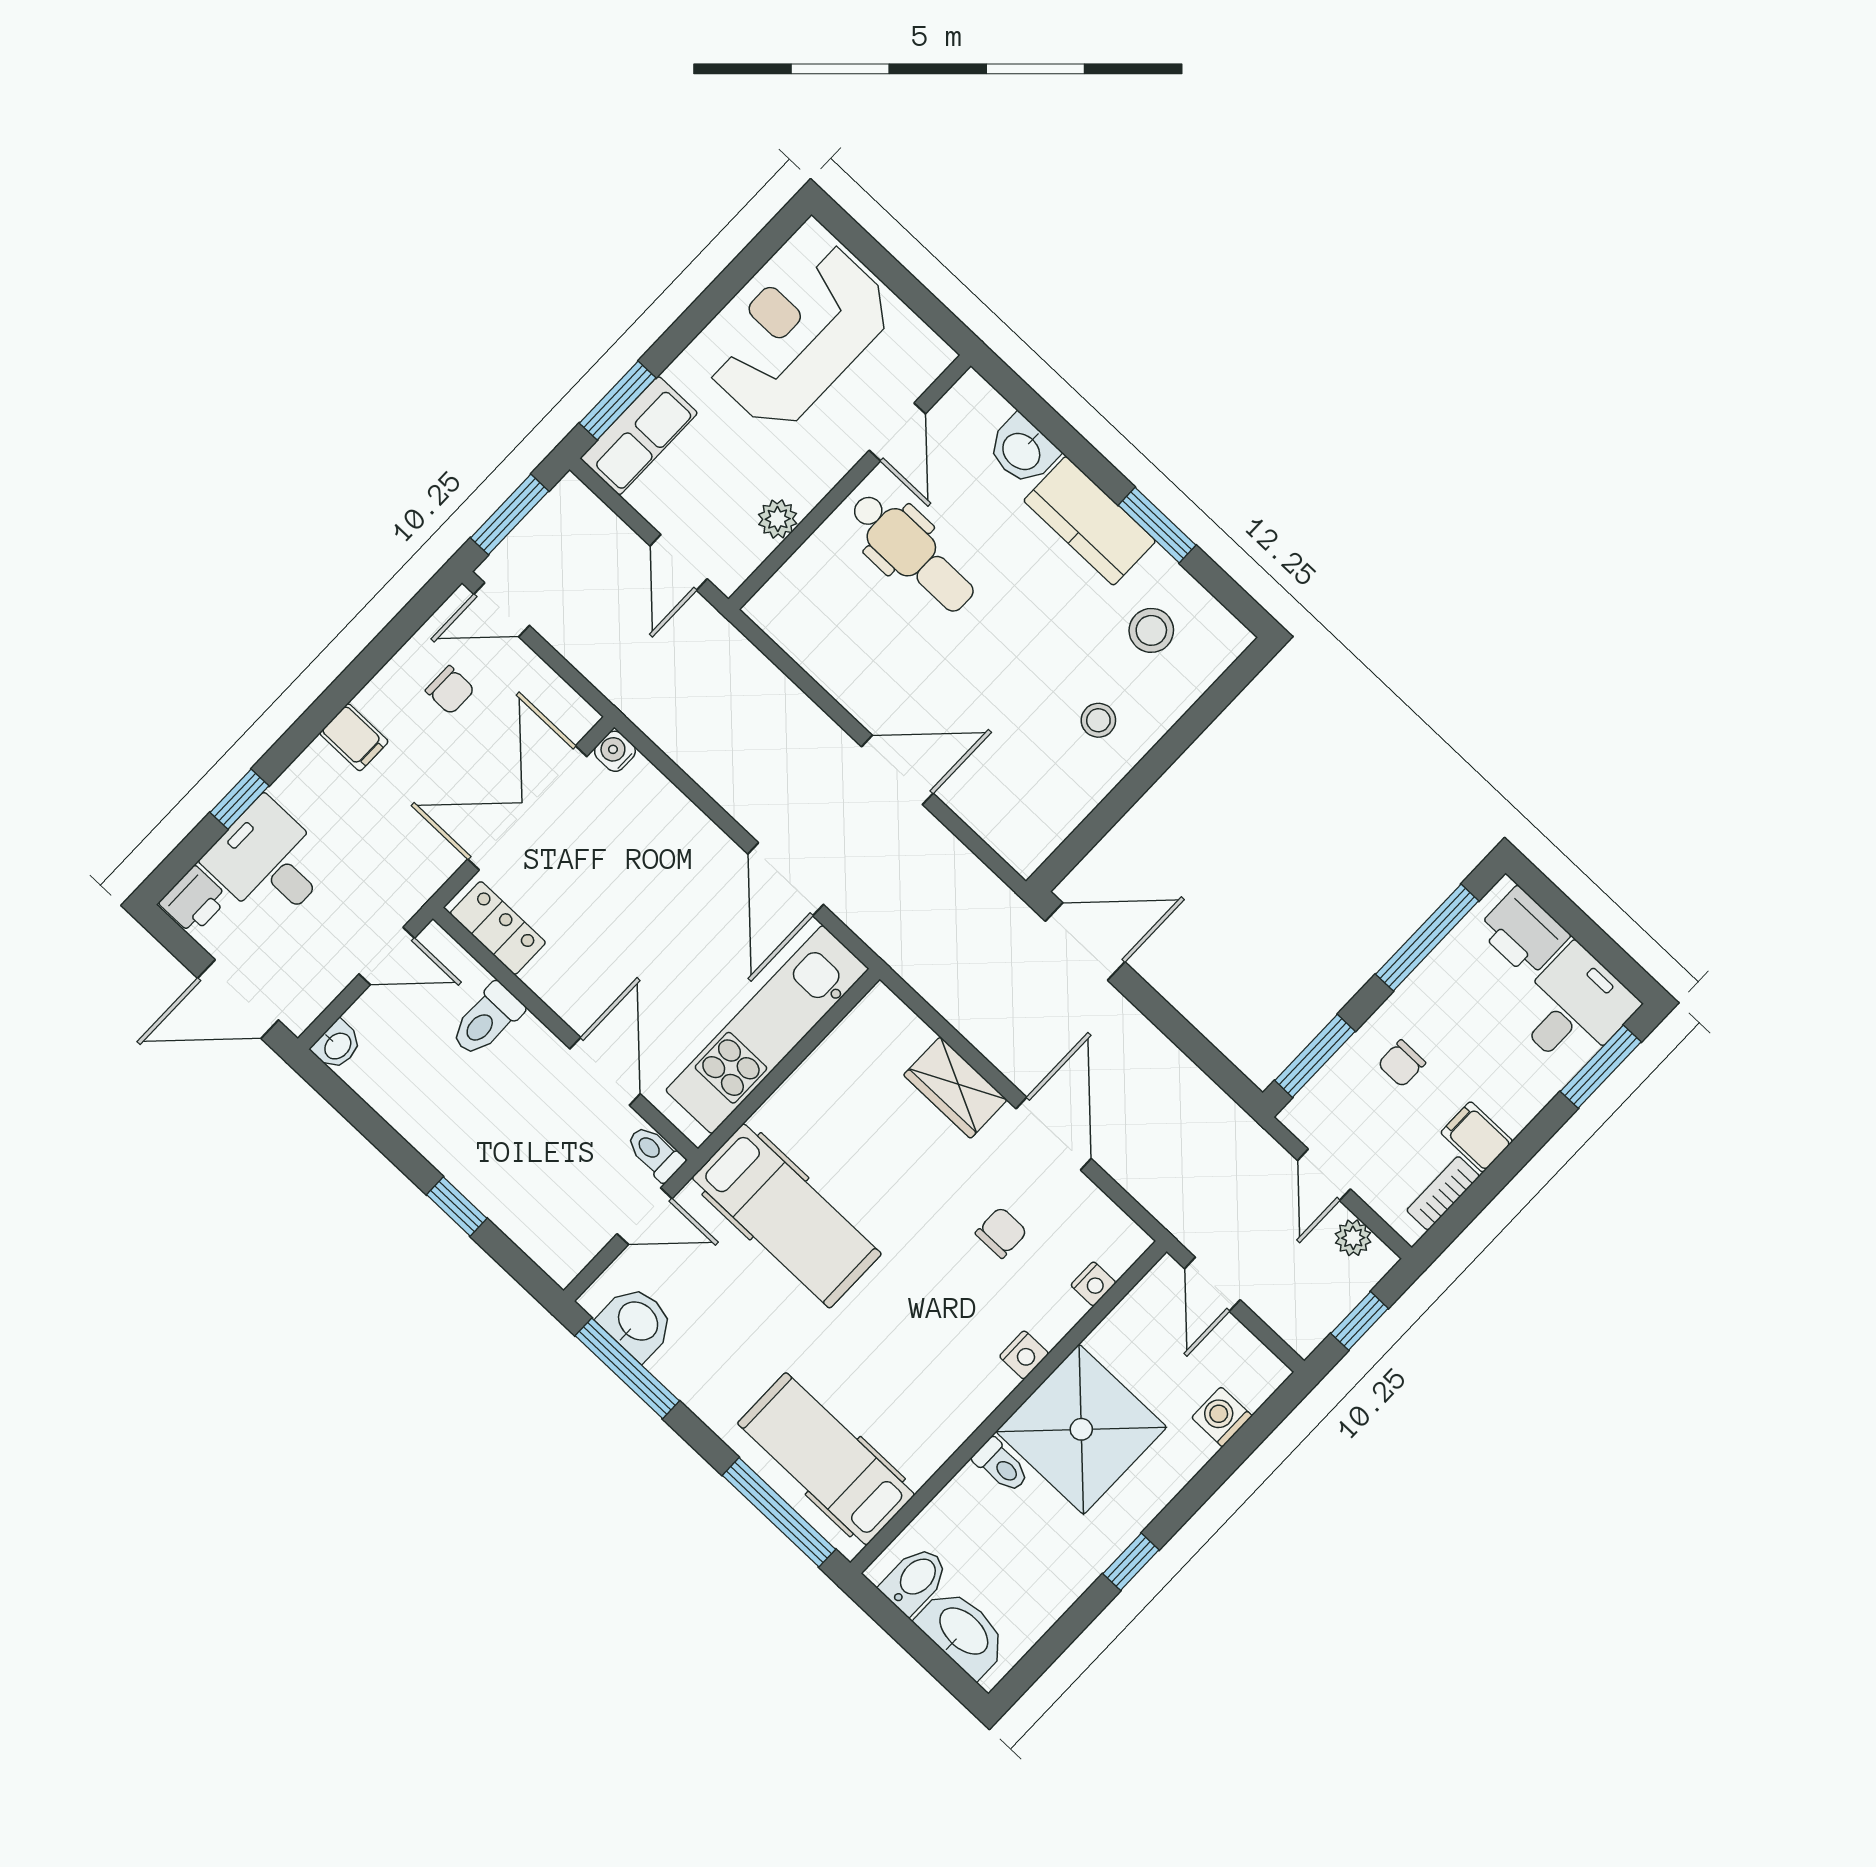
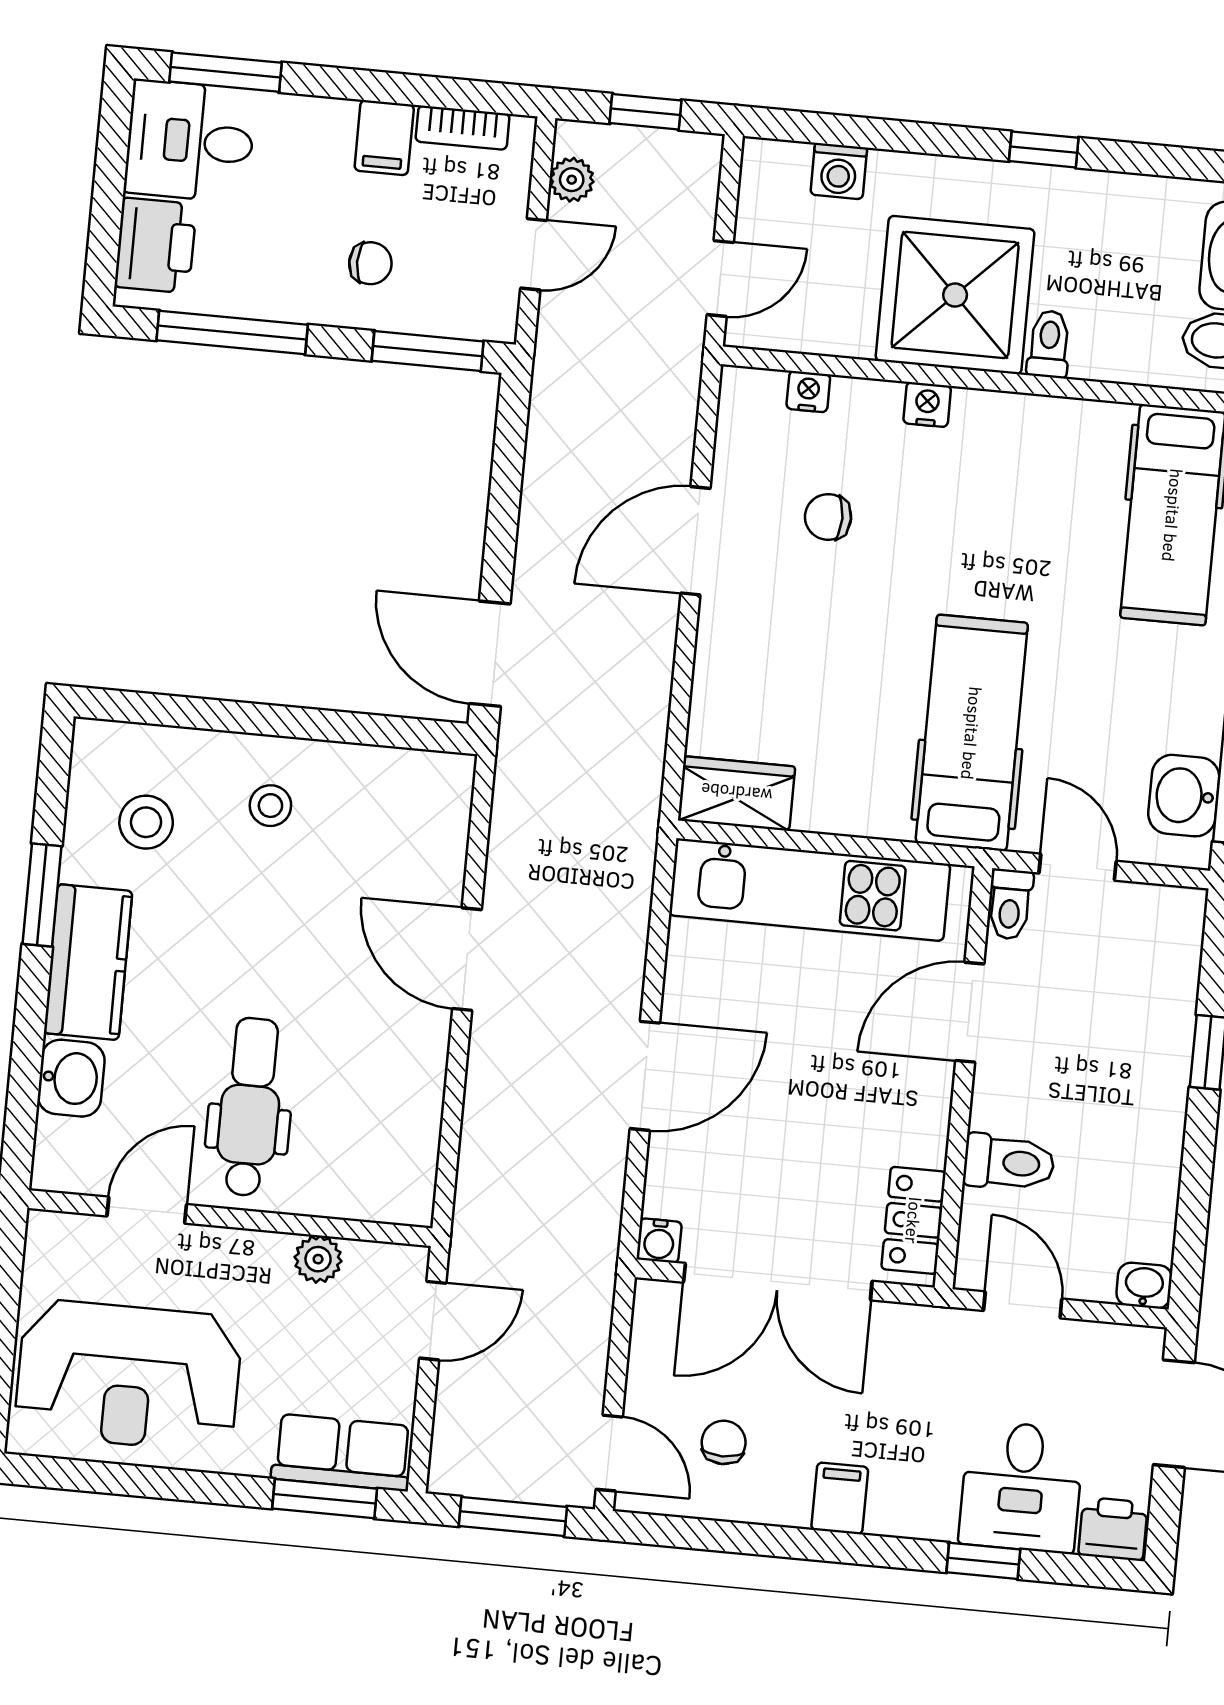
door: (786, 879) -> (645, 1076), moved
wardrobe: (955, 1088) -> (737, 793), moved, turned -90

